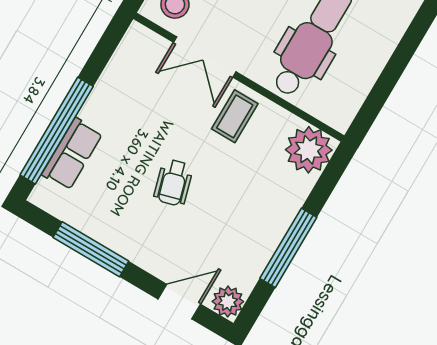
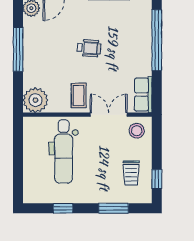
row of seats: (72, 154) -> (143, 95), moved
wheelchair: (173, 183) -> (89, 48), turned 110

